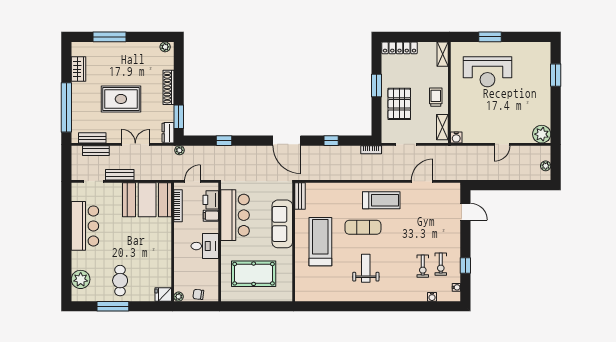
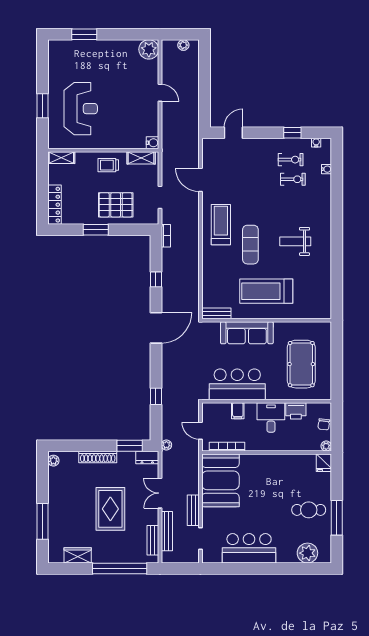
bench: (96, 151) -> (167, 531), width x1.36
printer: (211, 200) -> (296, 411), moved

